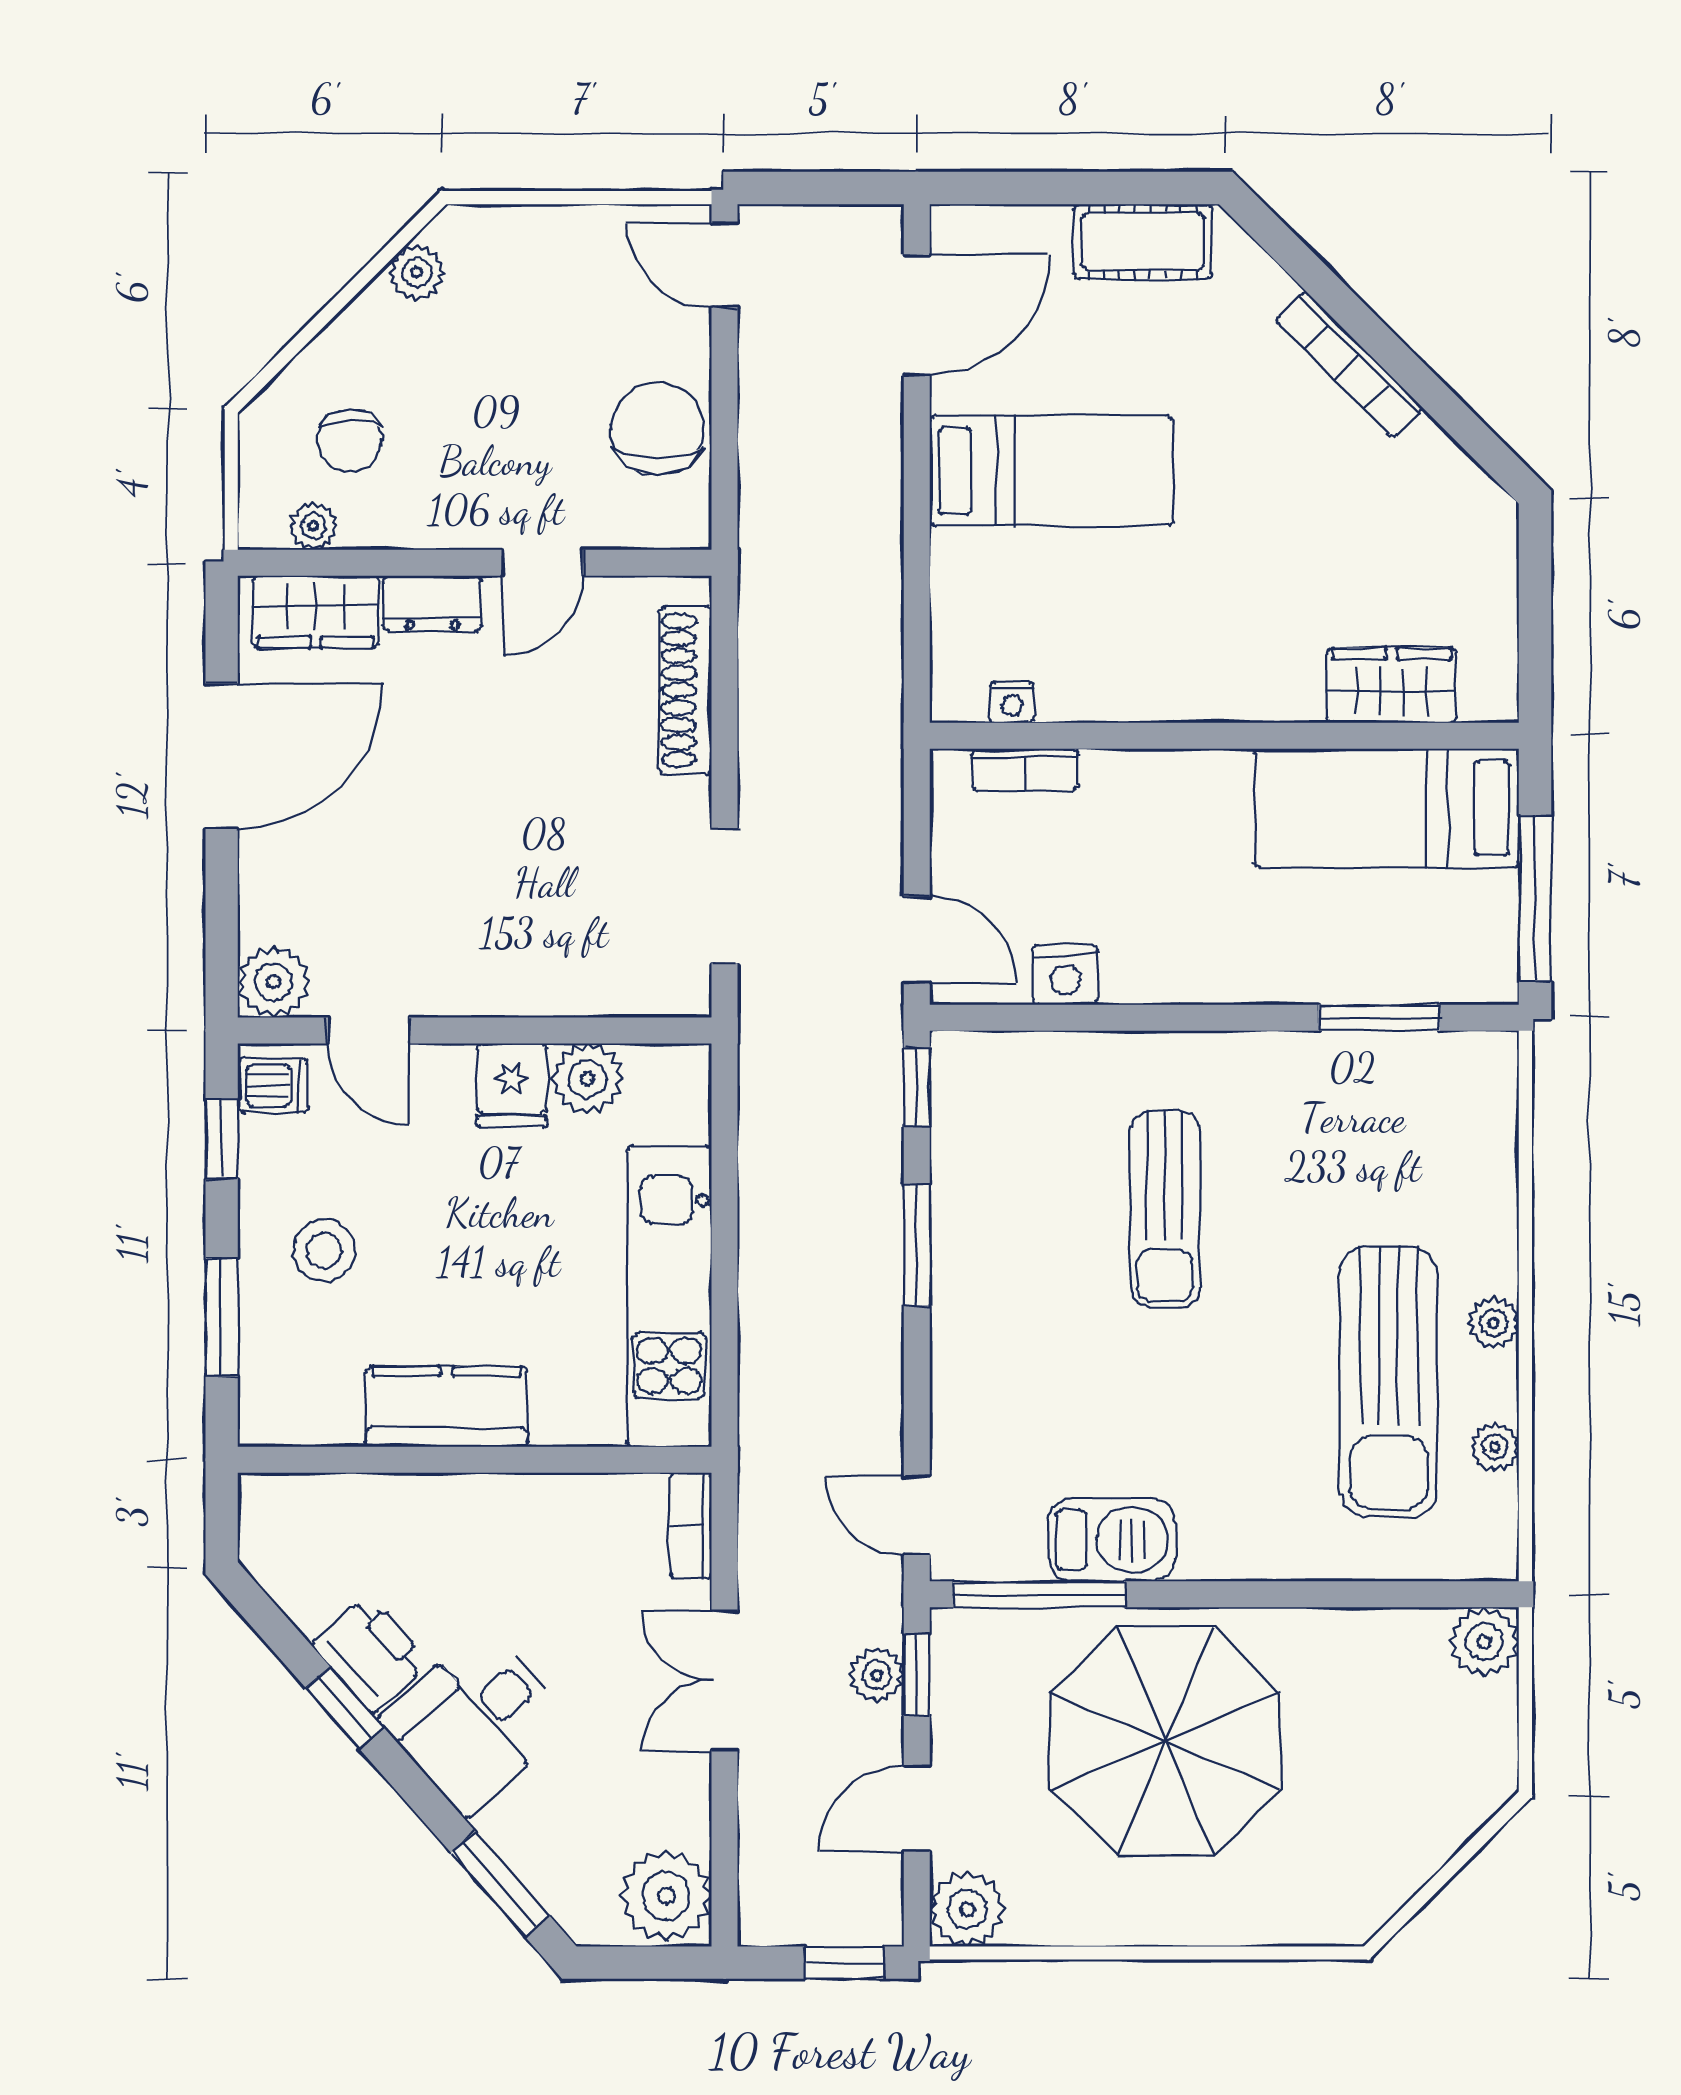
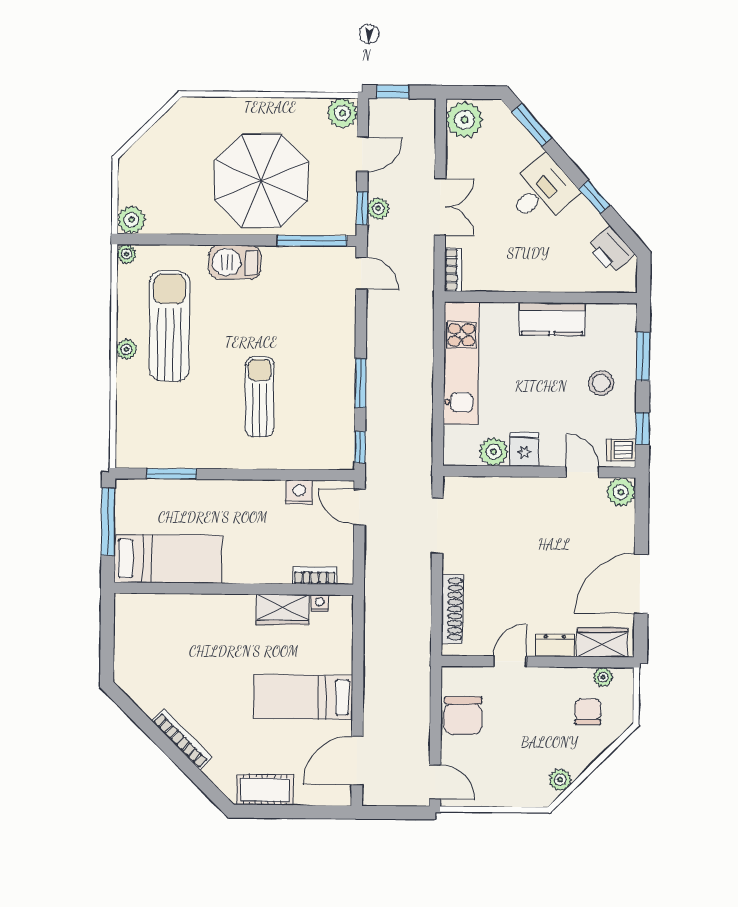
wardrobe: (1391, 685) -> (283, 610), moved
plant: (1495, 1447) -> (127, 254), moved
barbecue: (1112, 1540) -> (235, 262), moved
printer: (370, 1654) -> (611, 250), moved

